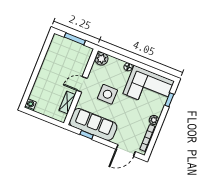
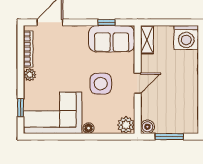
boiler: (87, 52) -> (147, 127), added
shelving: (67, 102) -> (147, 40), moved
washing machine: (30, 105) -> (186, 38), width x1.89, depth x1.89
sofa: (93, 124) -> (112, 39), width x0.73

